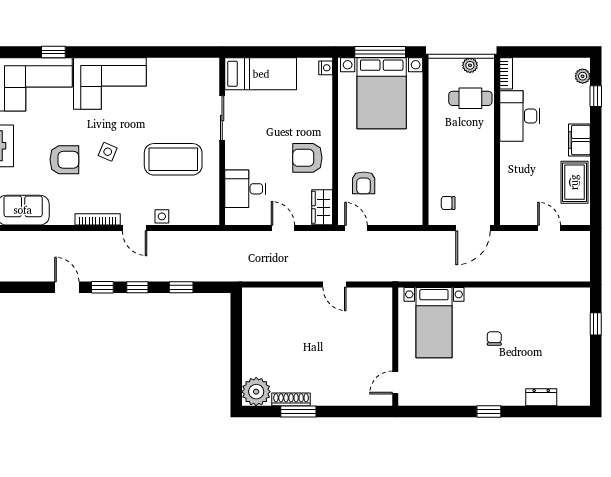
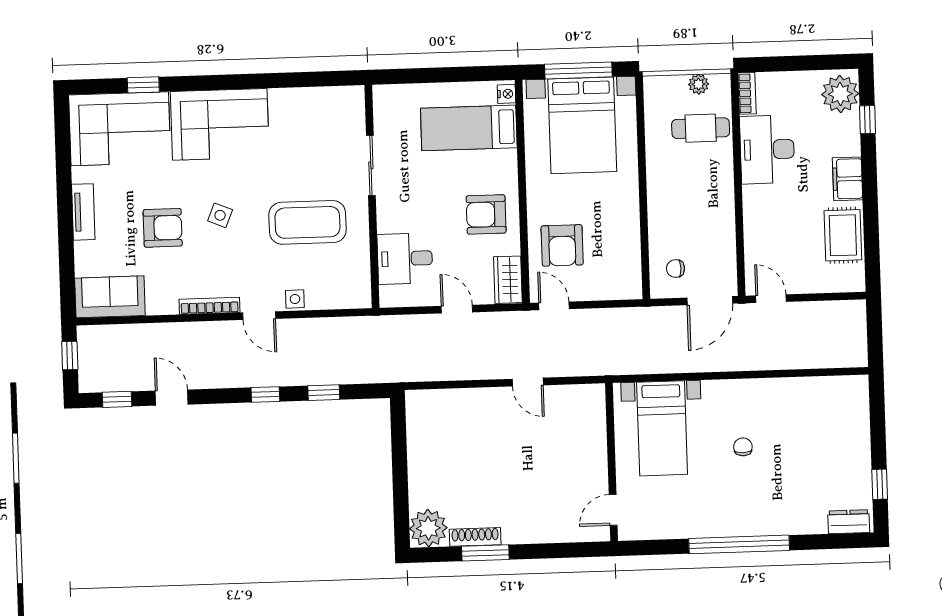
bed: (261, 74) -> (469, 128), moved, turned 180
plant: (583, 76) -> (840, 94), width x1.88, depth x1.88
armchair: (364, 183) -> (562, 245), width x1.38, depth x1.38
door: (549, 228) -> (771, 299), moved
window: (102, 287) -> (117, 399), moved
window: (596, 324) -> (880, 484), moved
dresser: (541, 397) -> (849, 522), moved
window: (489, 412) -> (739, 544), width x3.17

